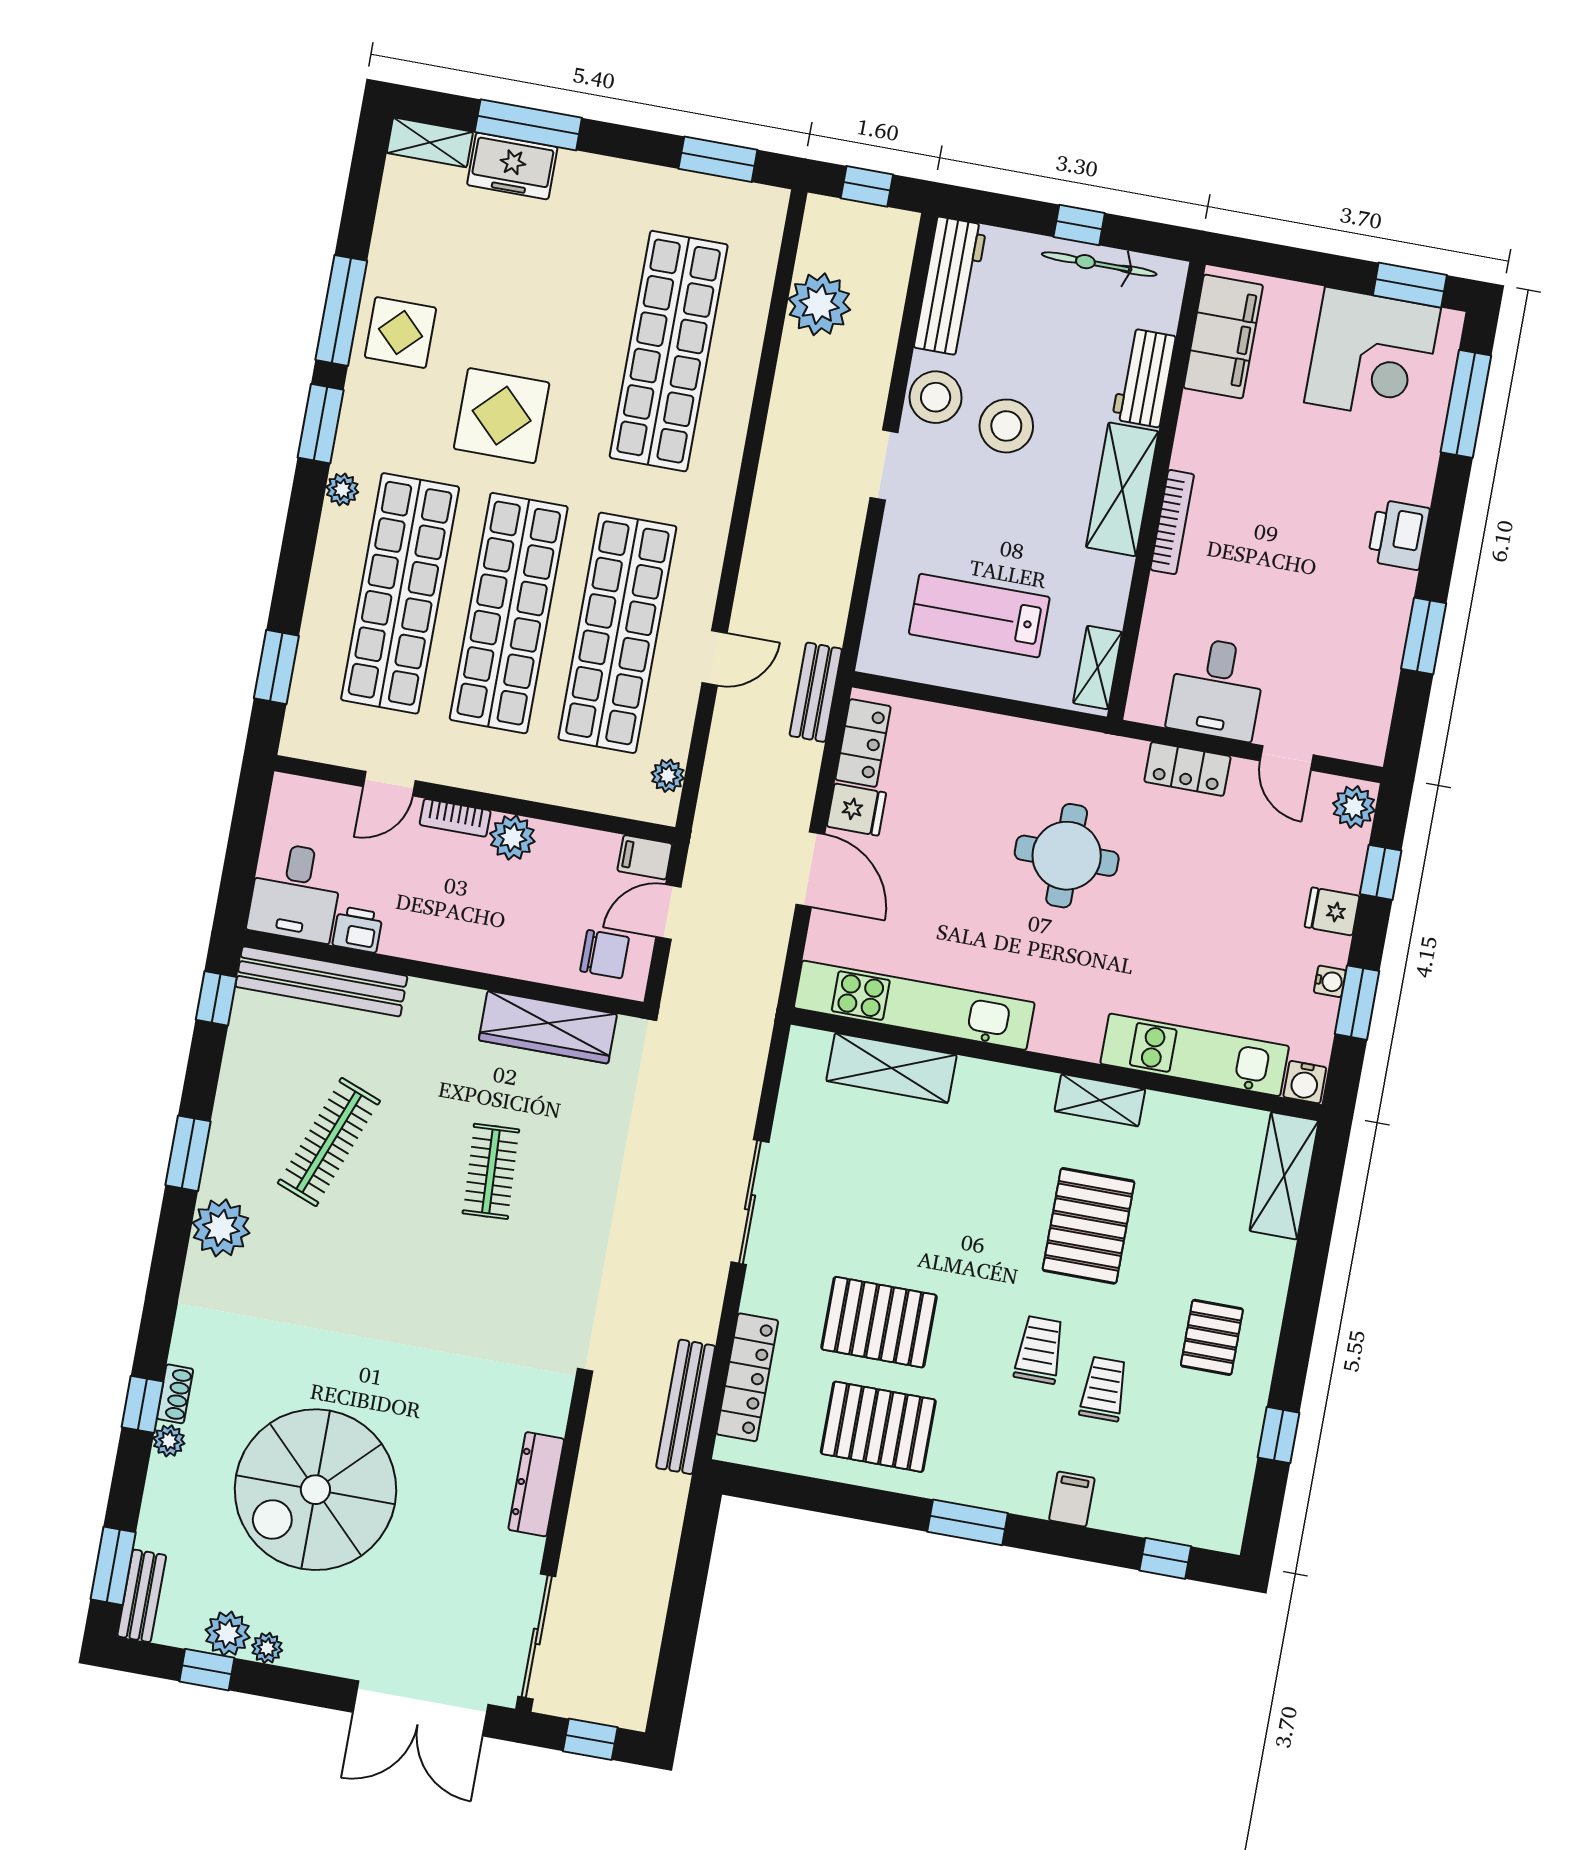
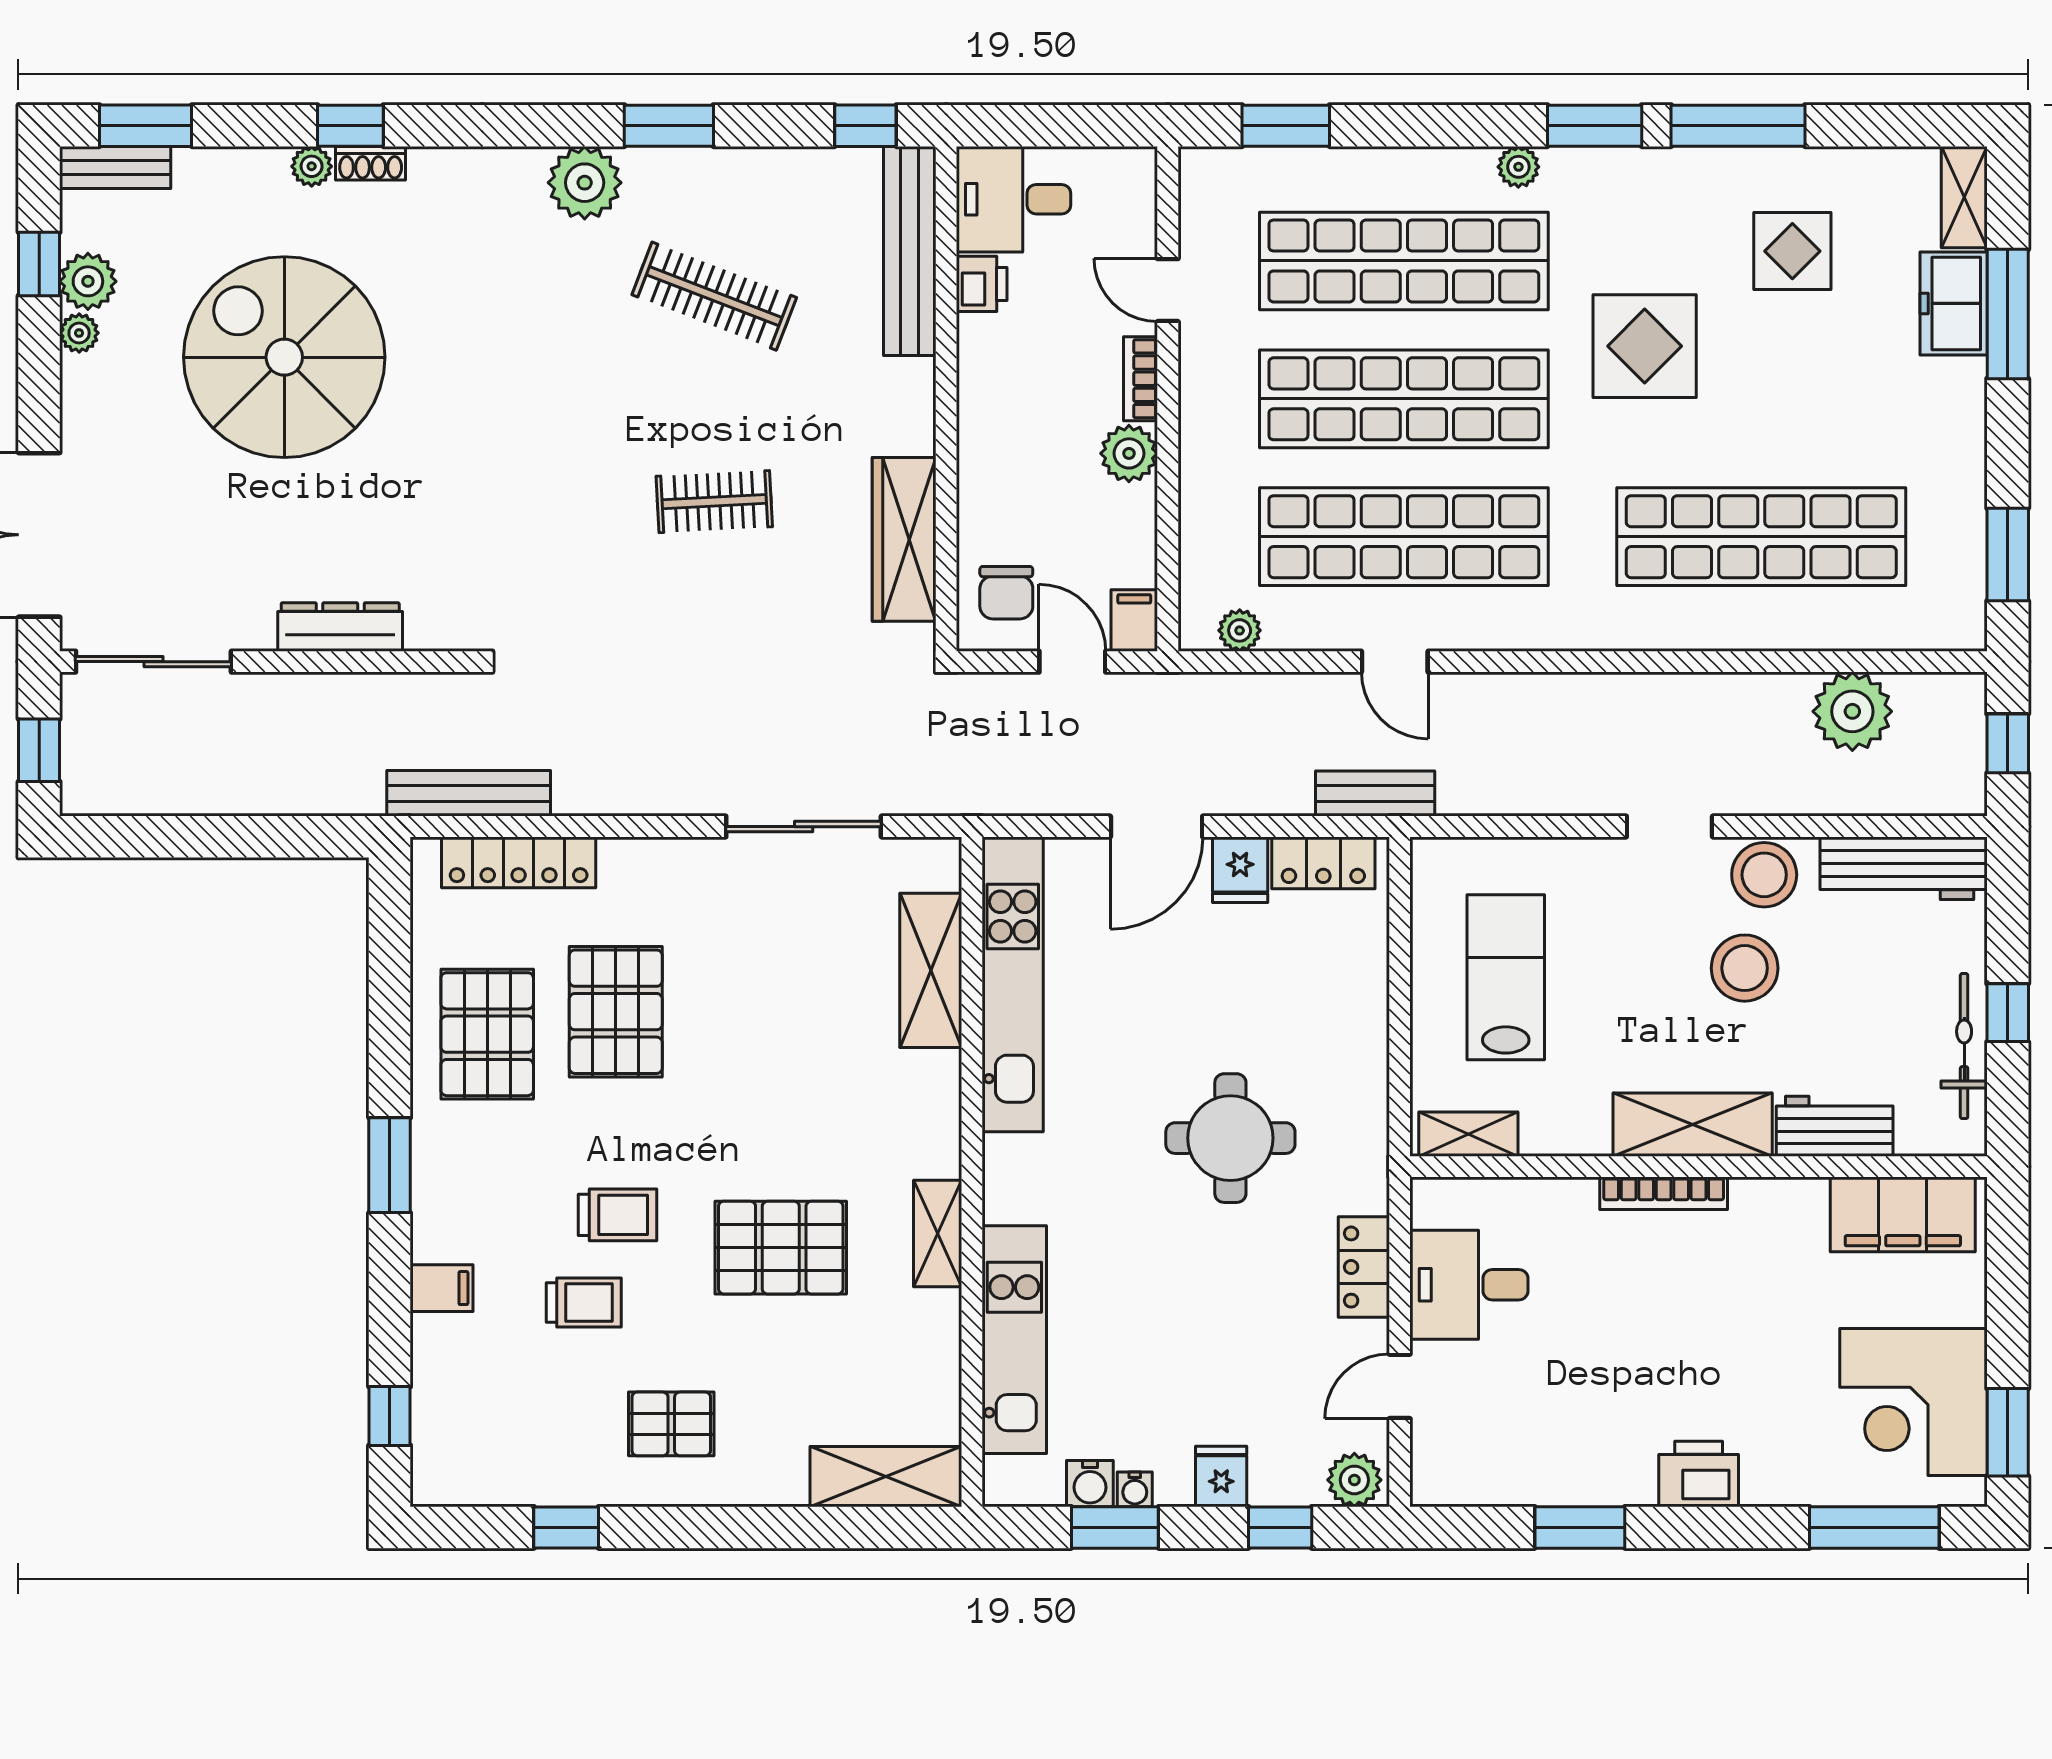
display table: (400, 333) -> (1792, 251), moved
water cooler: (1305, 1082) -> (1090, 1484), moved, turned -90
sliding door: (750, 1202) -> (804, 827), moved

